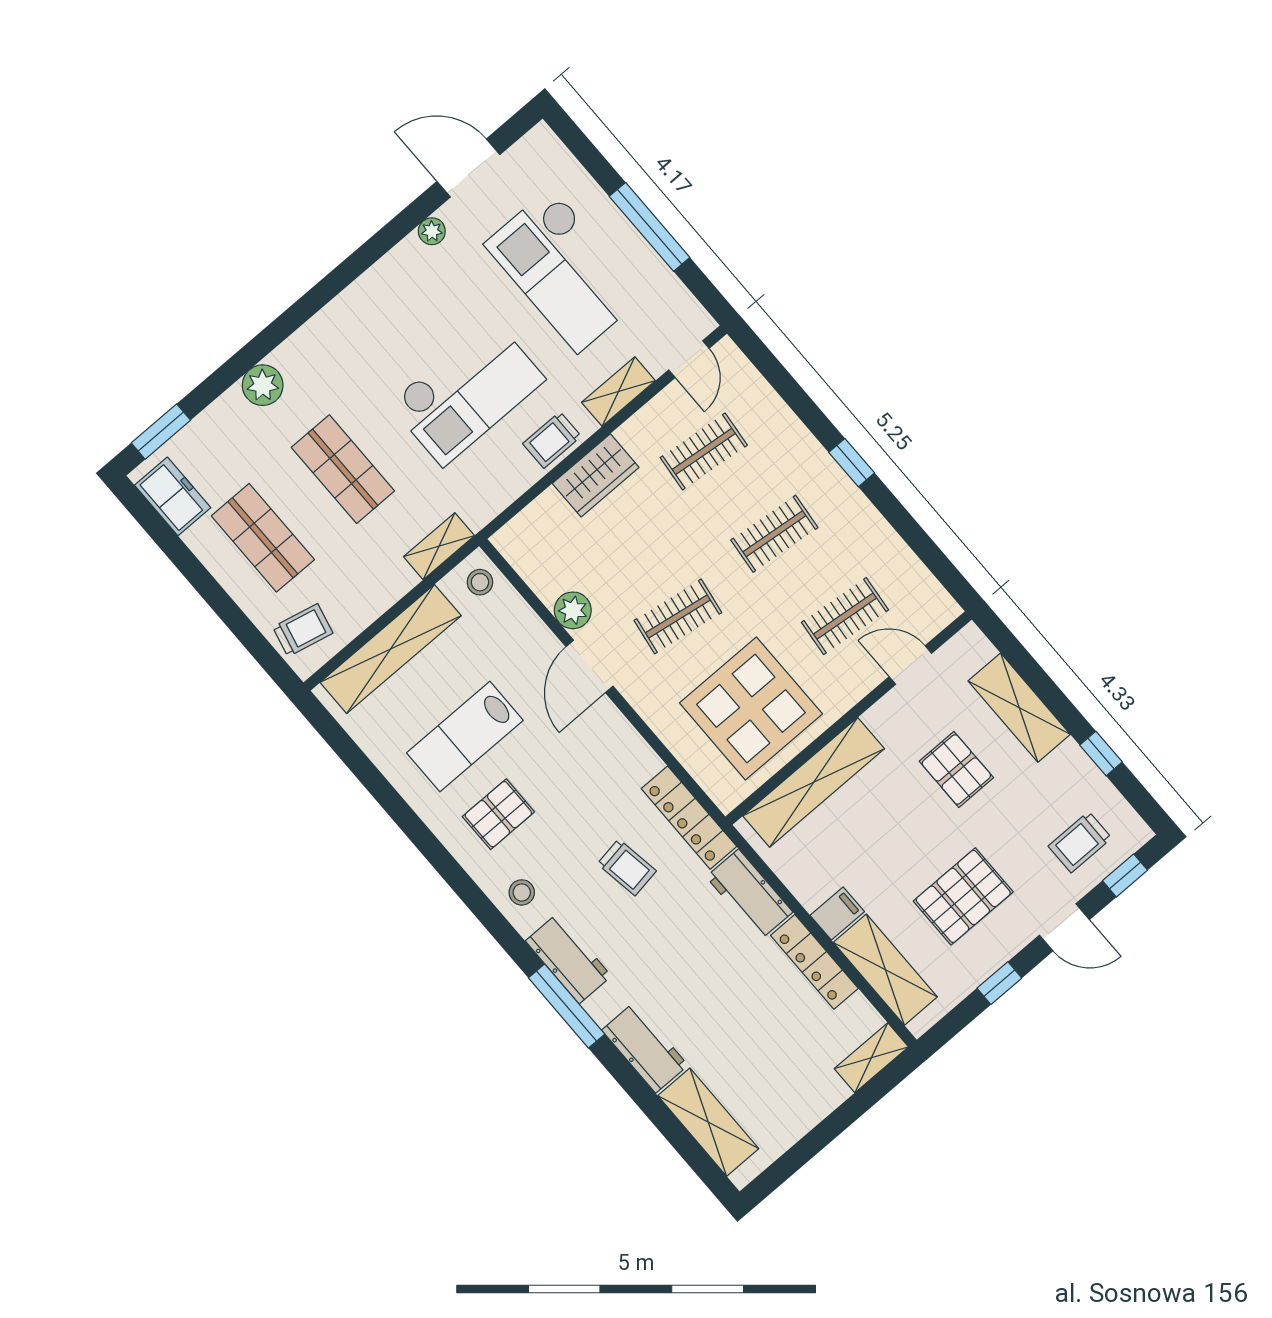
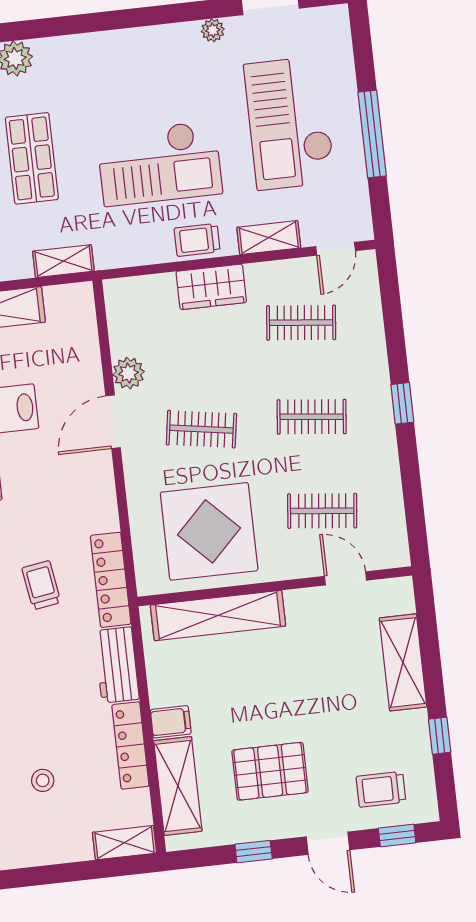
stool: (480, 582) -> (43, 780), moved
pallet: (956, 769) -> (327, 676), removed
trolley: (627, 867) -> (41, 585), turned 180

